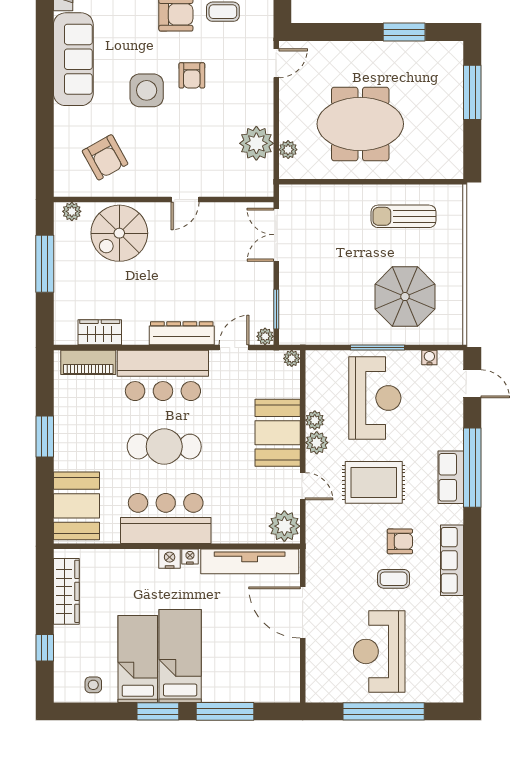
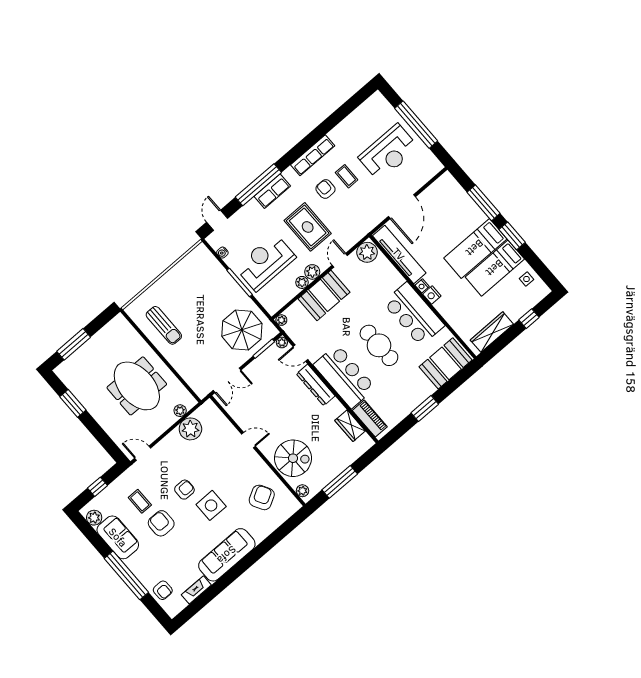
parasol: (405, 297) -> (242, 330), moved

